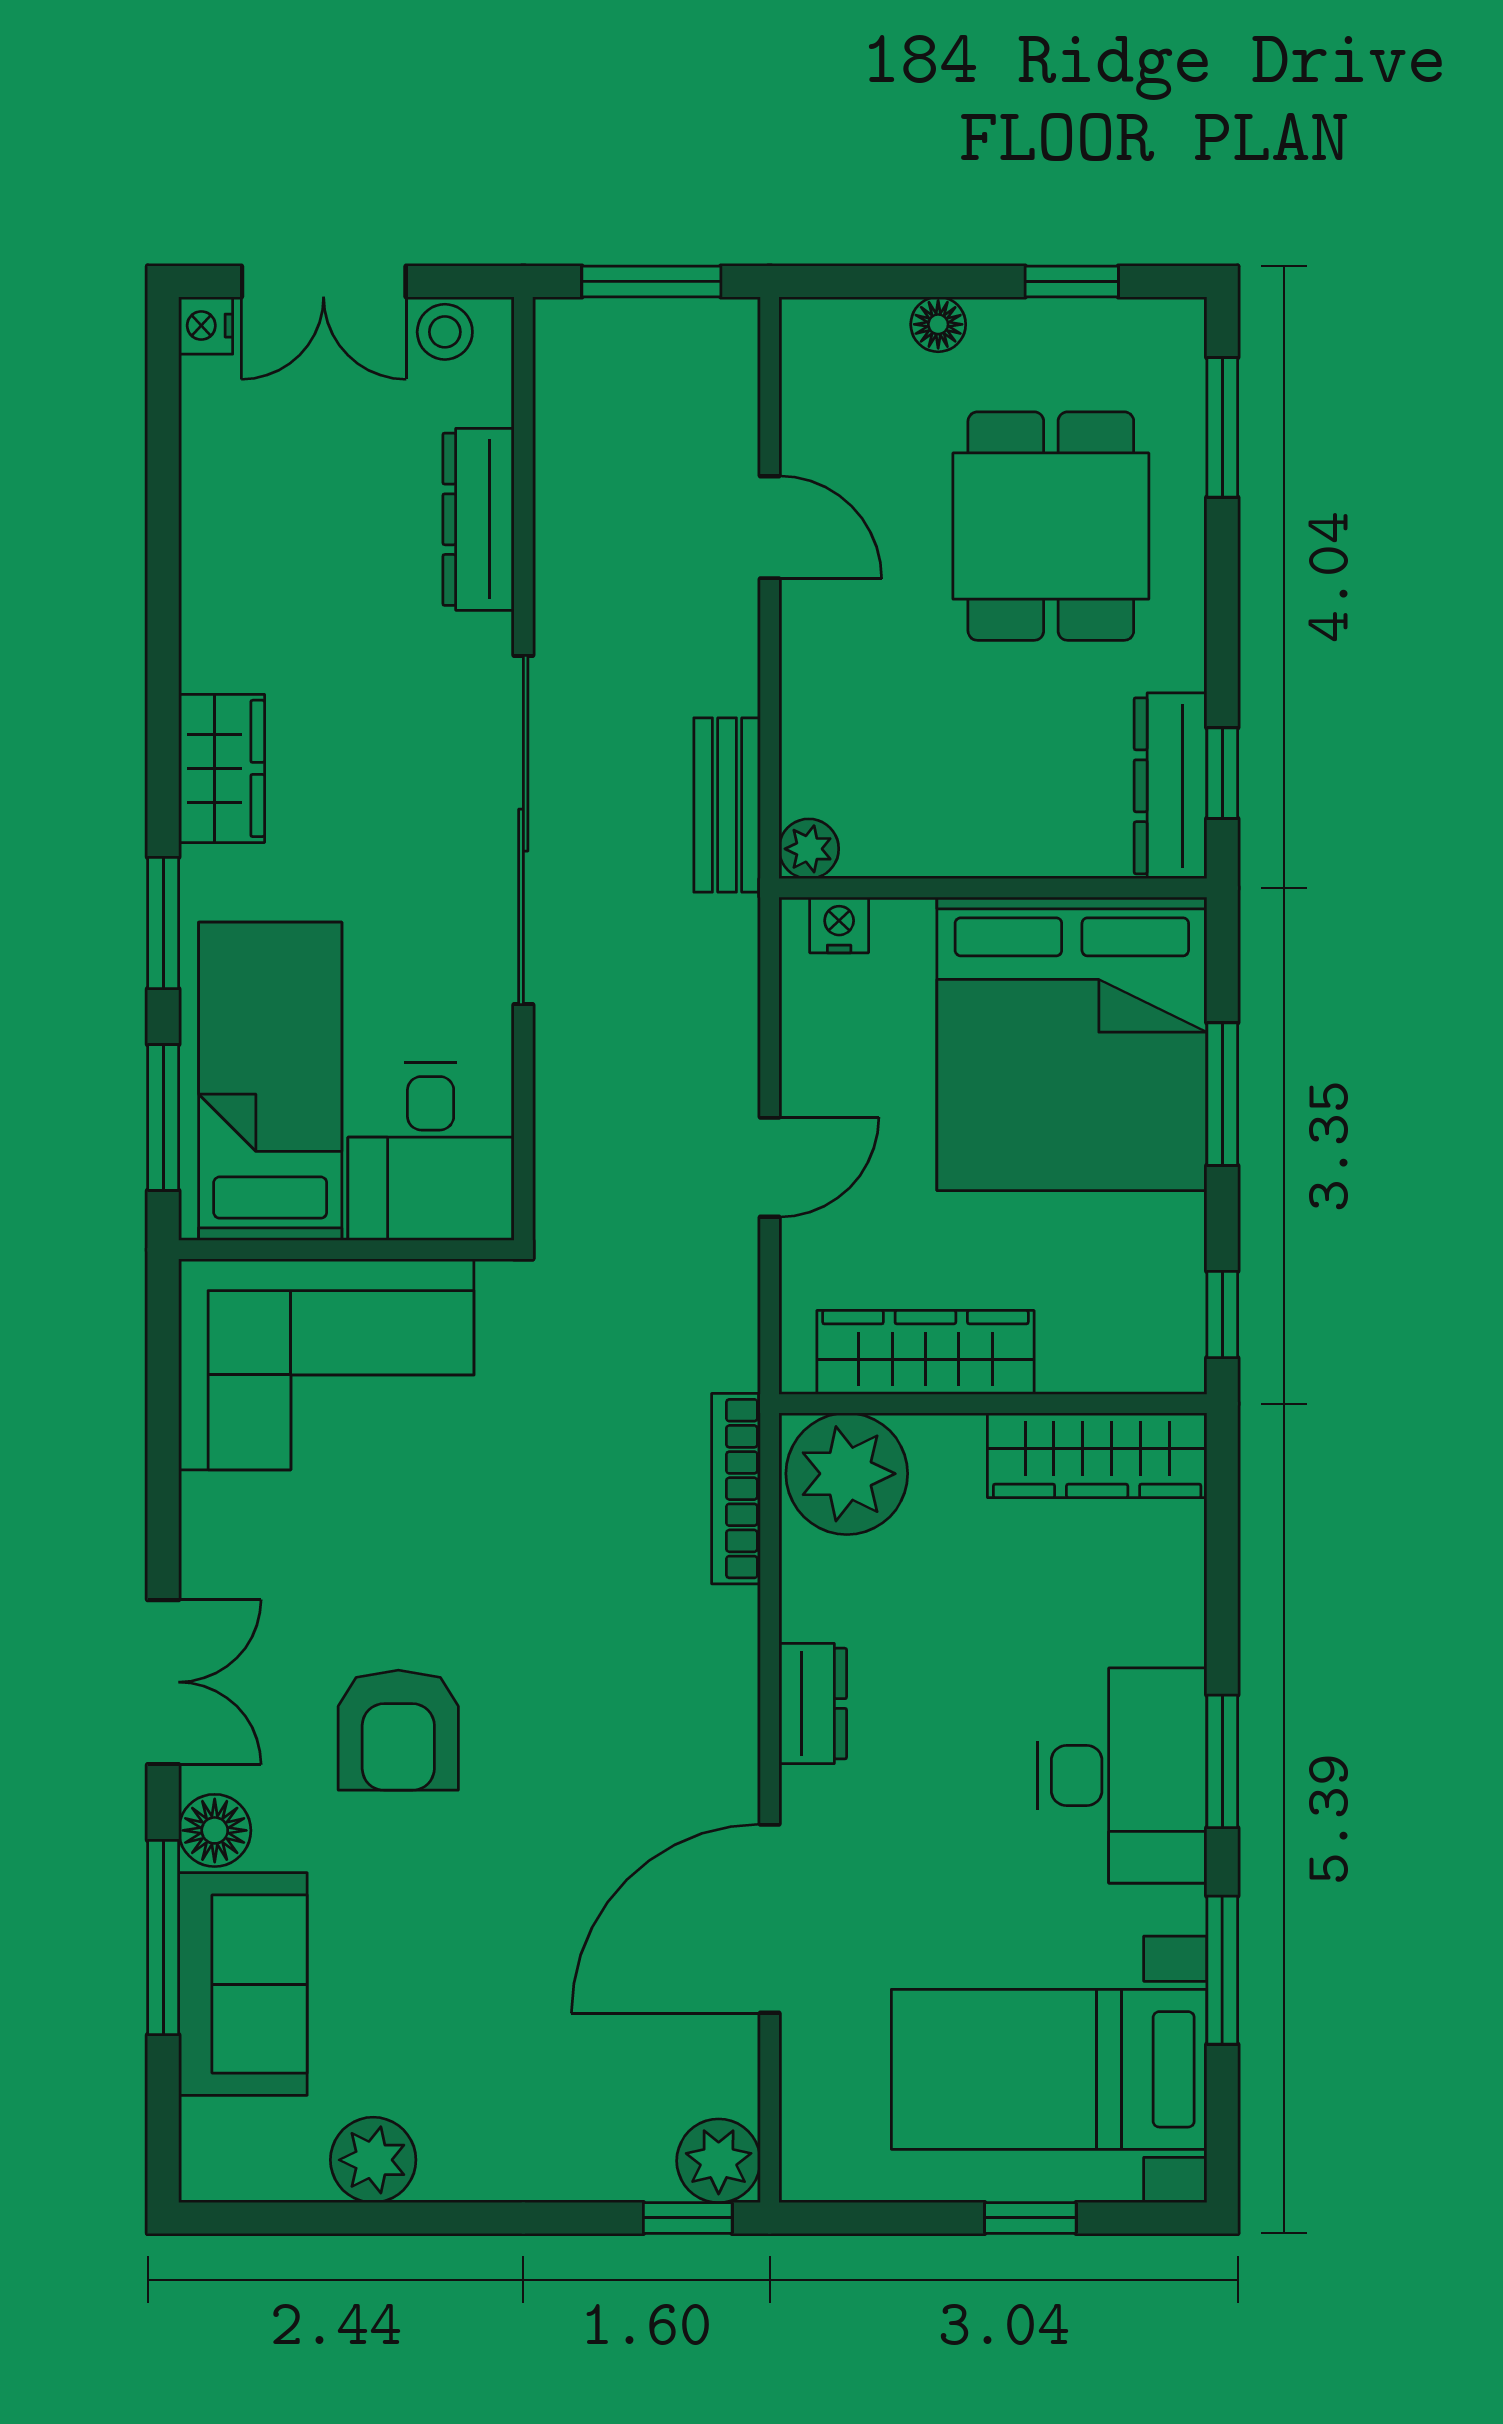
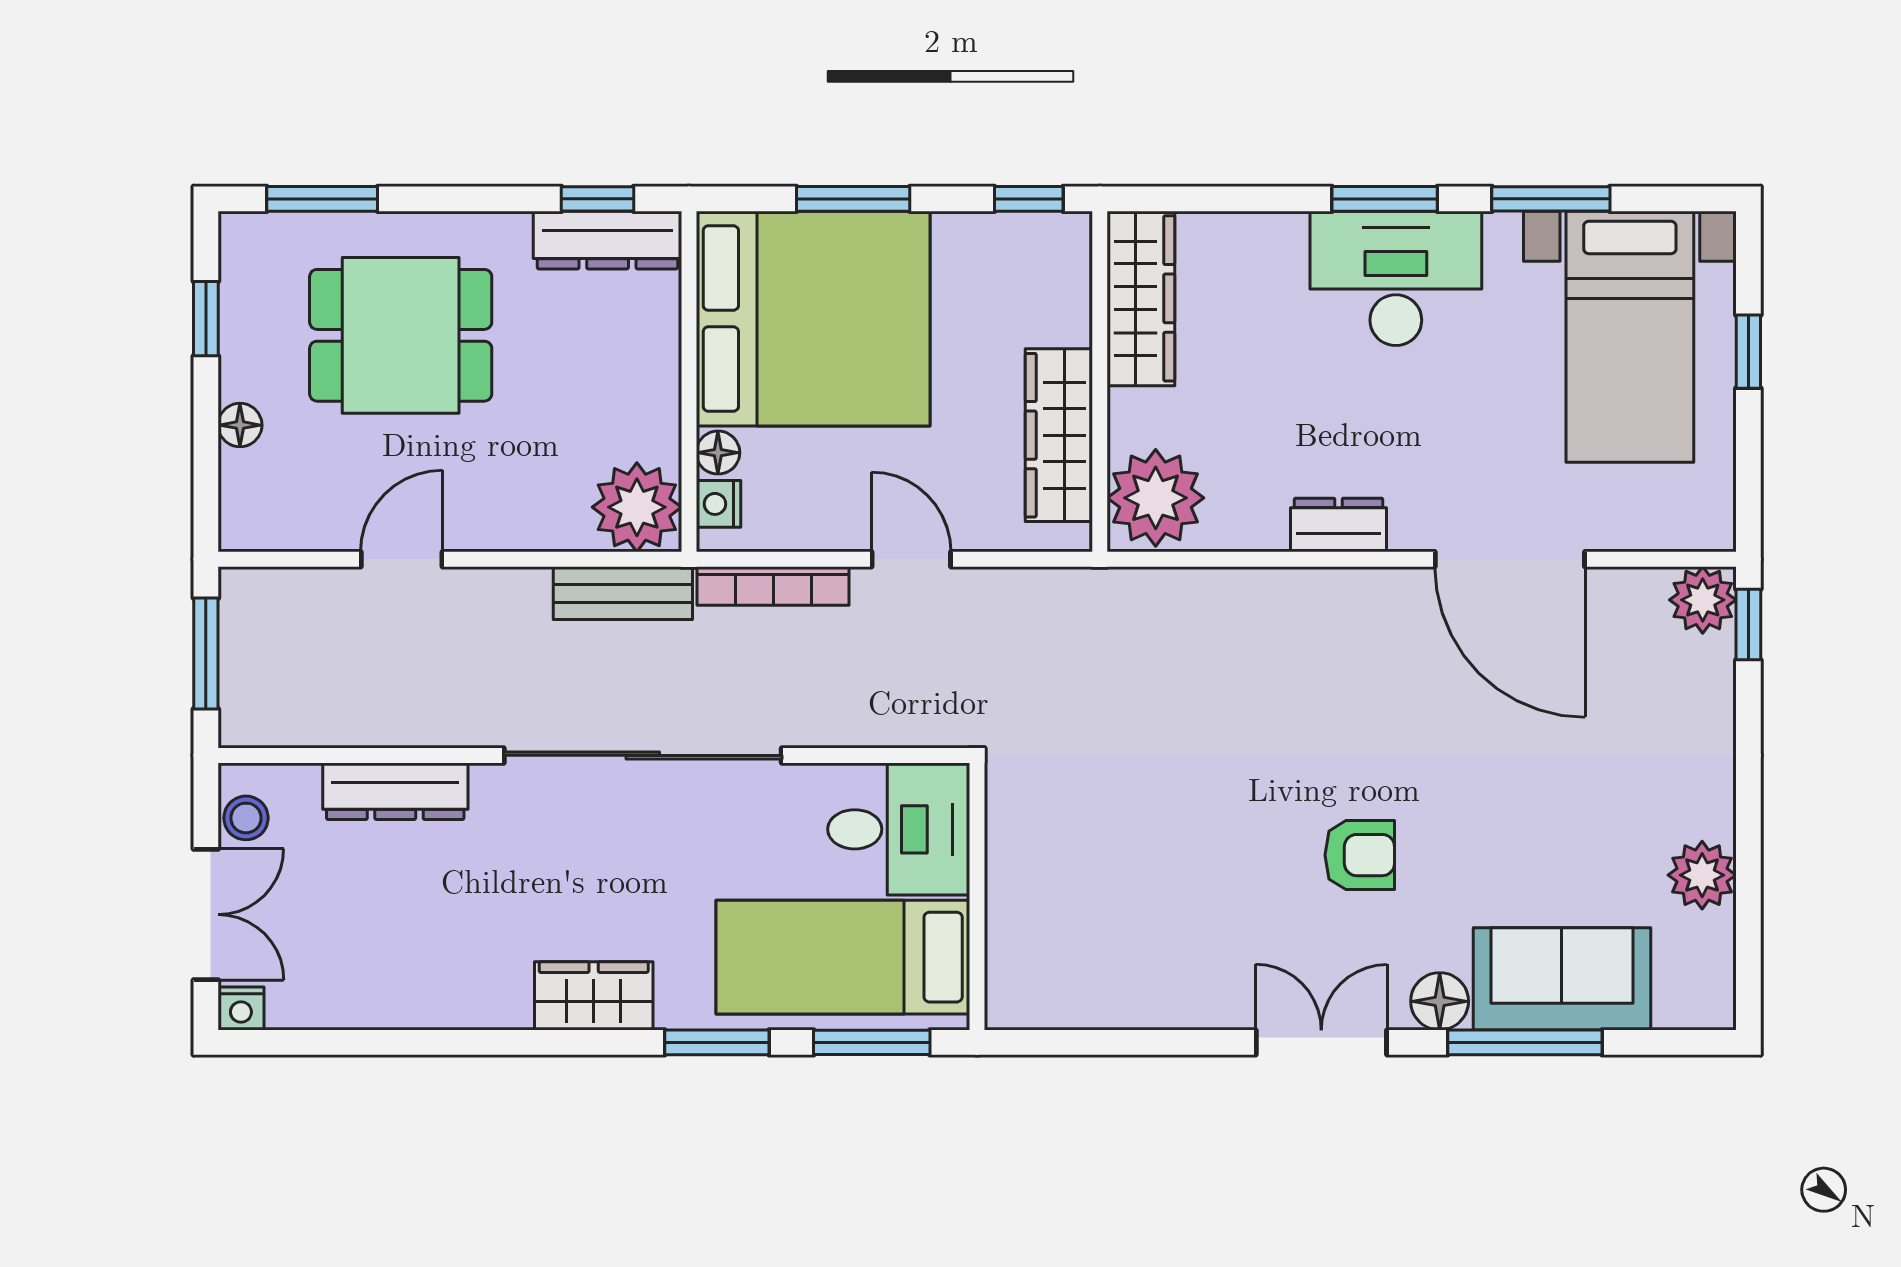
plant: (809, 849) -> (637, 507), width x1.88, depth x1.88
floor lamp: (904, 924) -> (718, 453), added
corner sofa: (326, 1364) -> (1068, 912), removed
bookcase: (736, 1489) -> (773, 586), moved
armchair: (398, 1730) -> (1360, 855), width x0.72, depth x0.72

